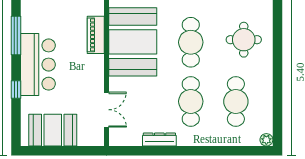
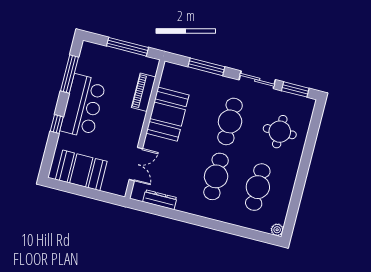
booth: (133, 42) -> (168, 114), width x0.73, depth x0.70
dresser: (159, 140) -> (160, 200), moved

